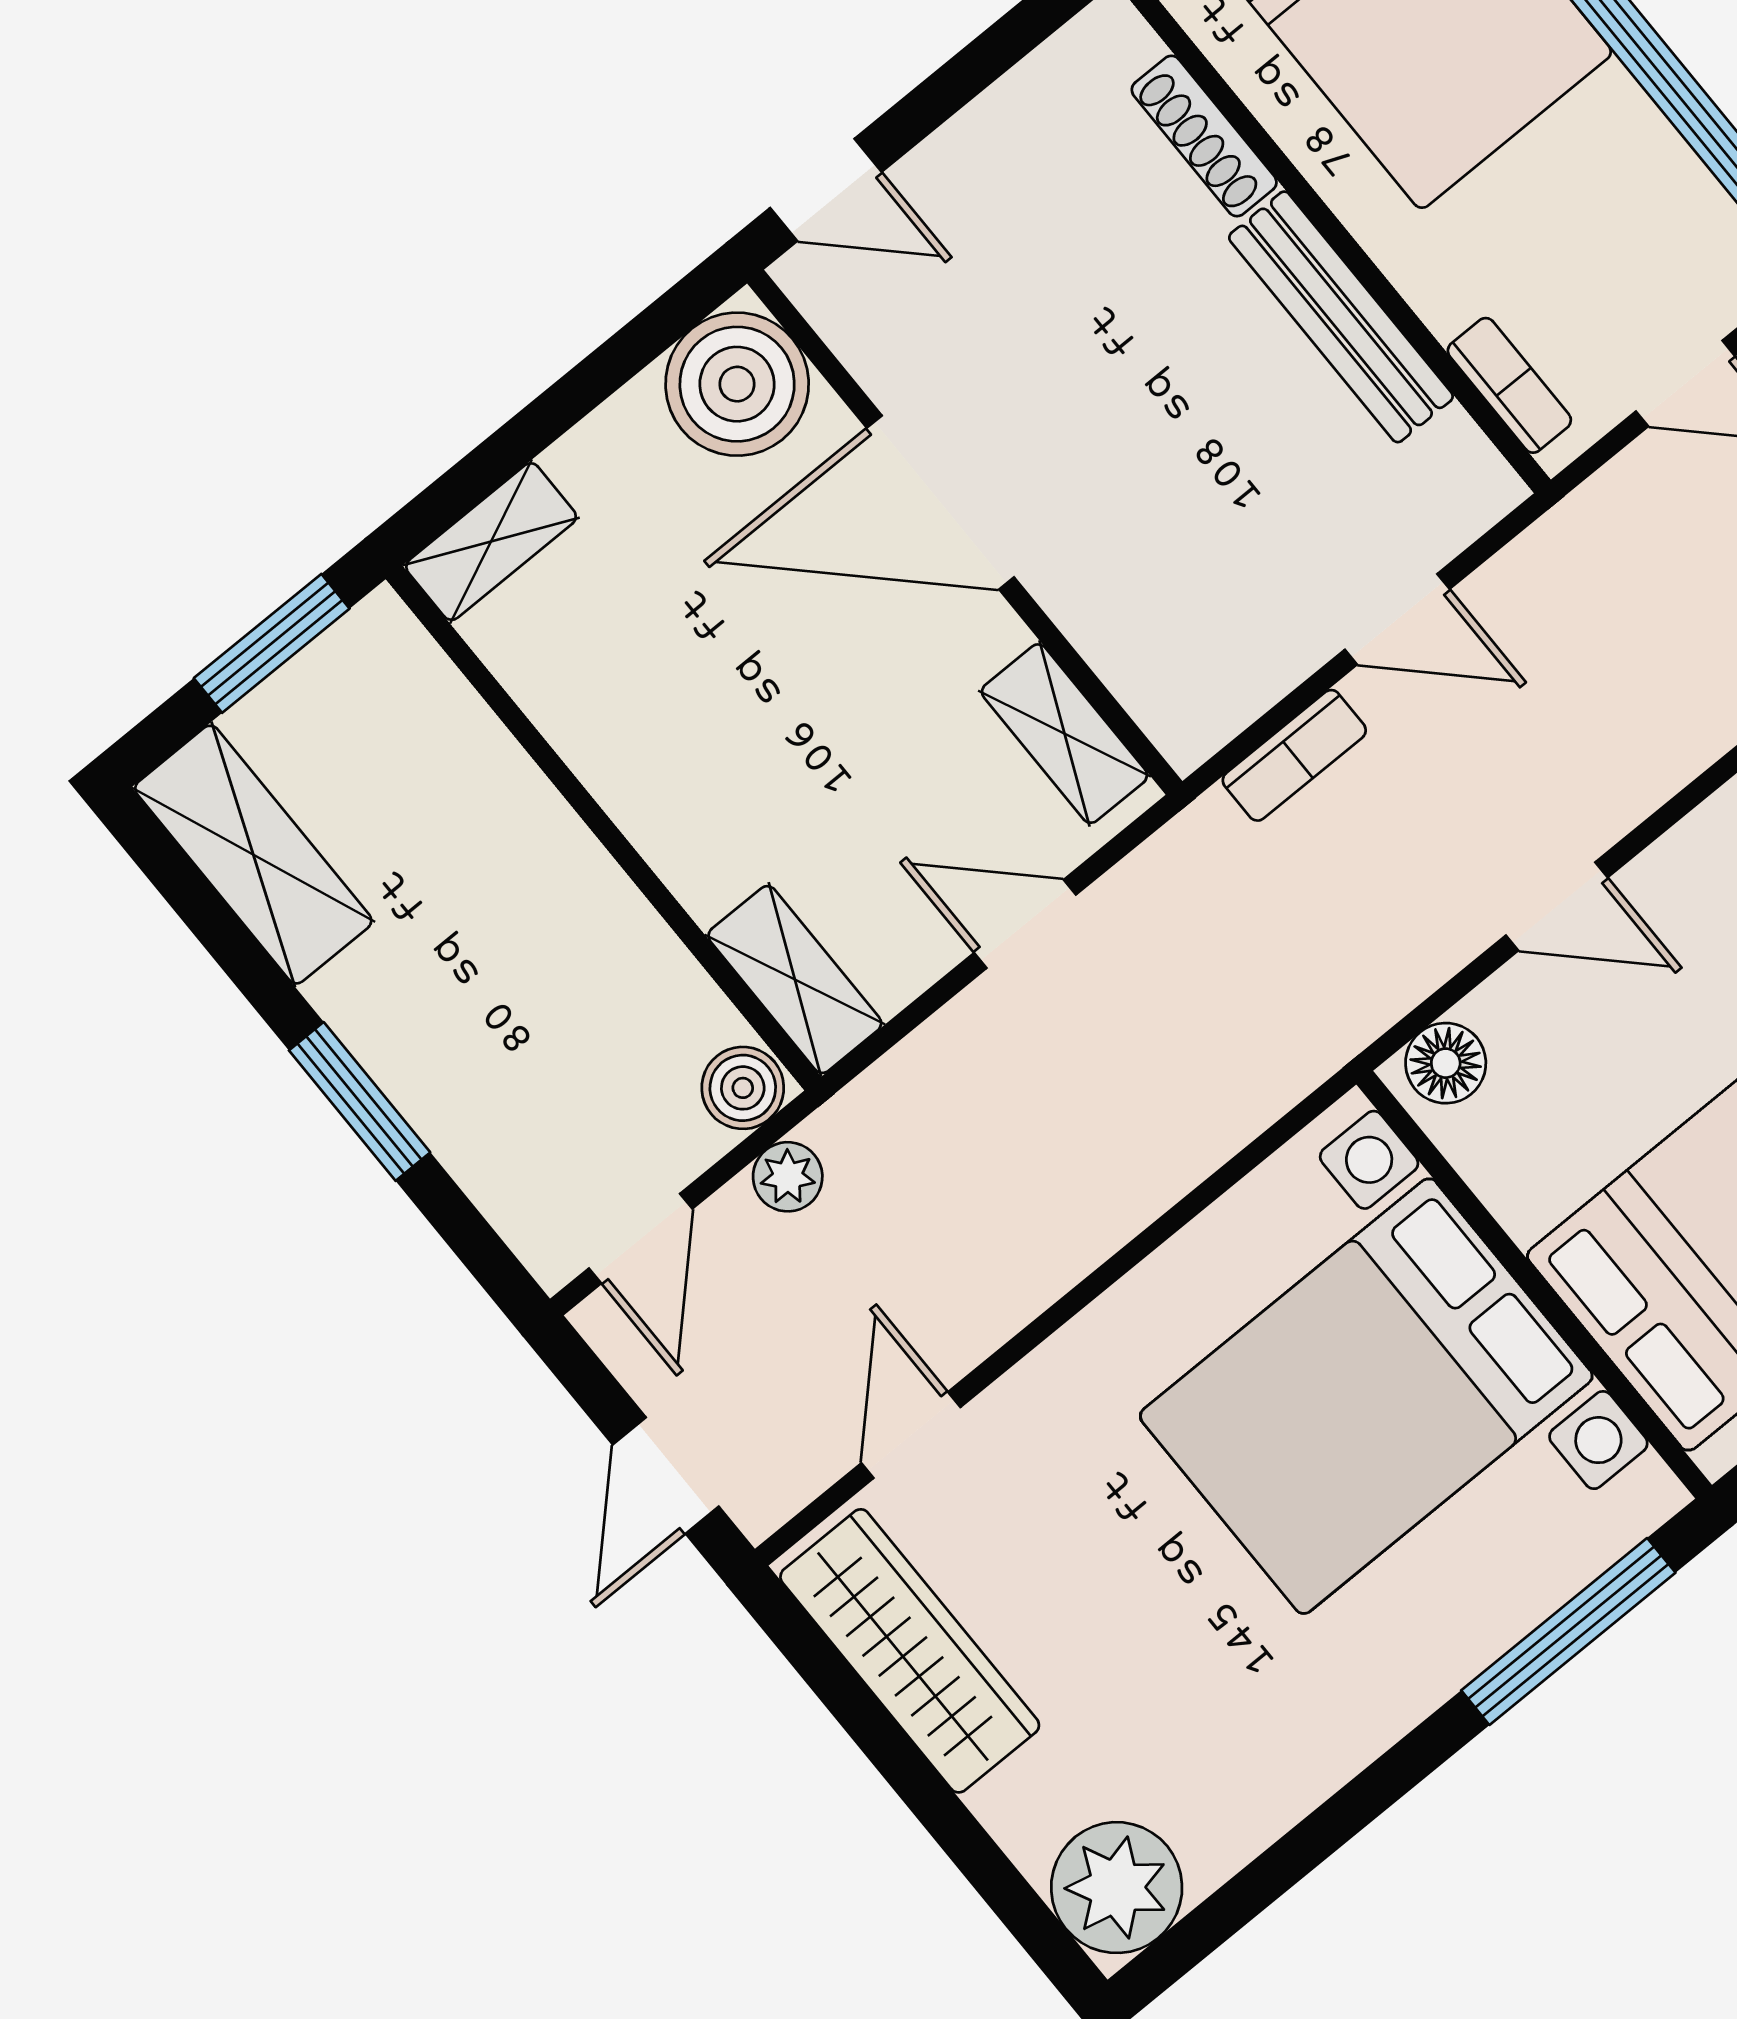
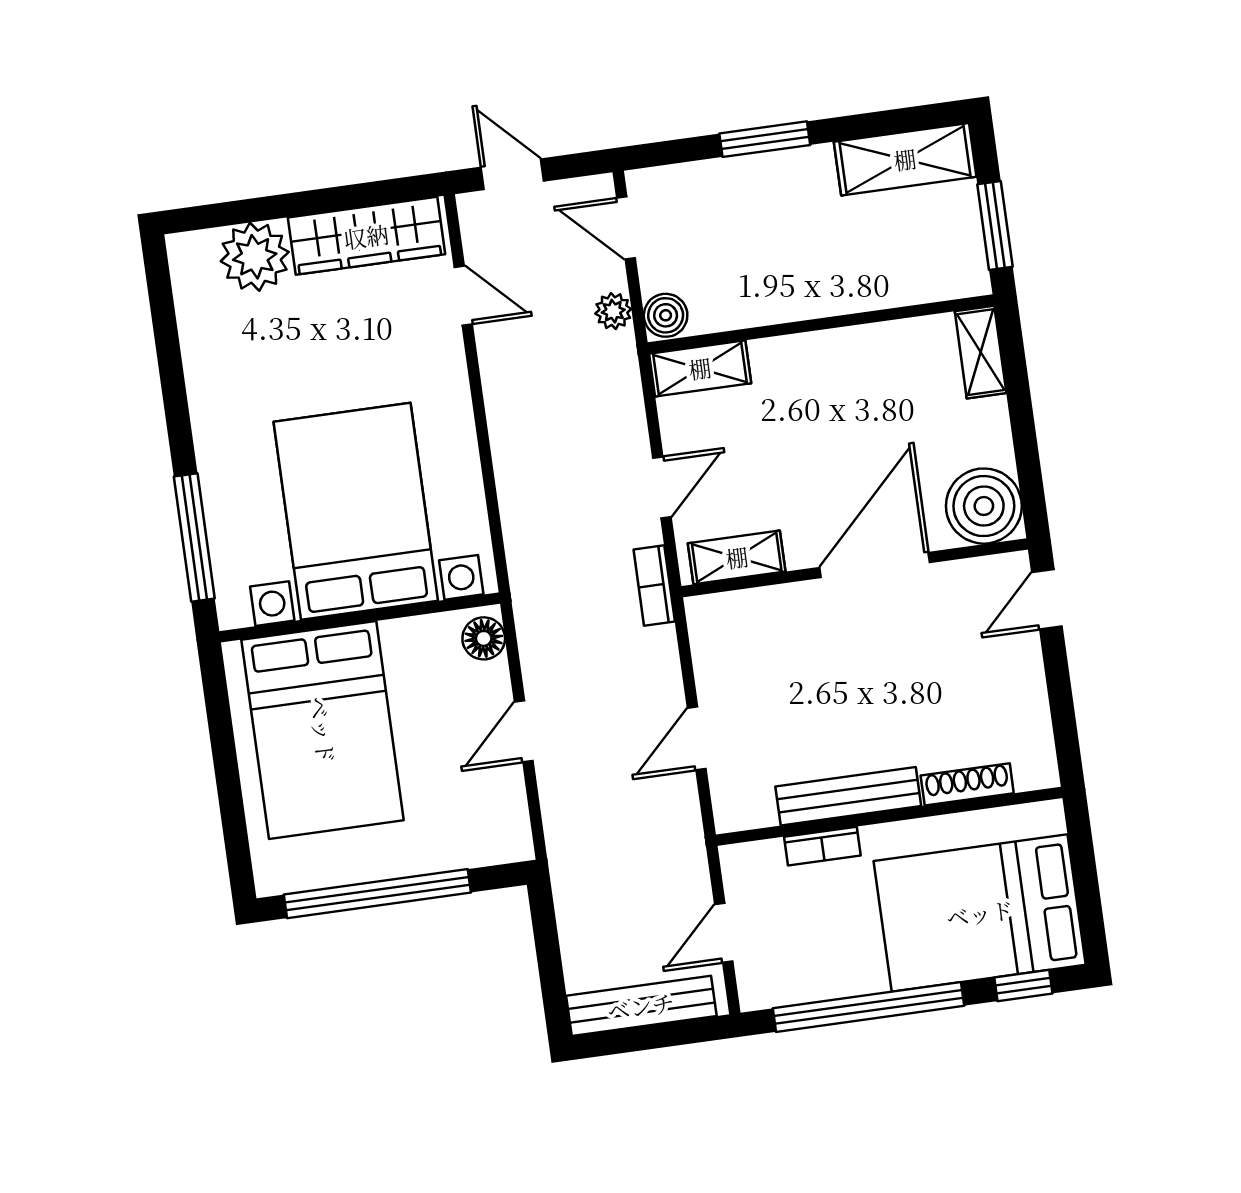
bookcase: (1509, 385) -> (822, 846), moved
bookcase: (1294, 755) -> (654, 585), moved
plant: (1117, 1888) -> (255, 257), moved

